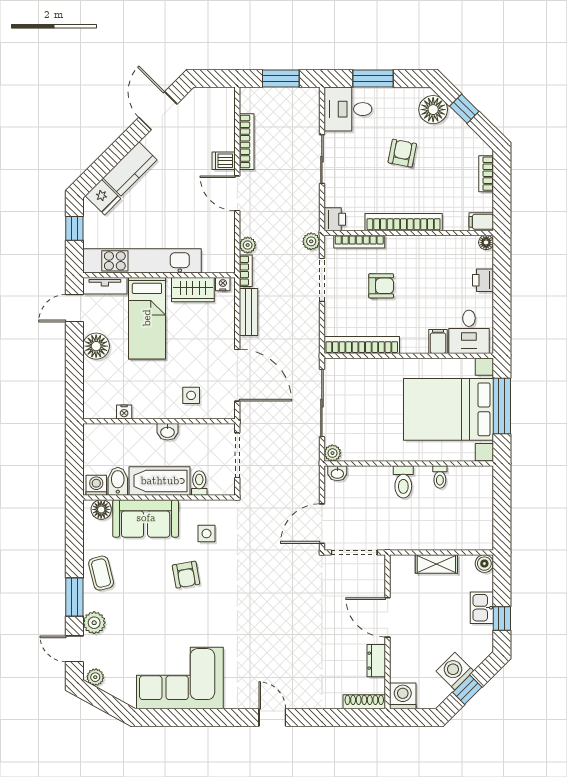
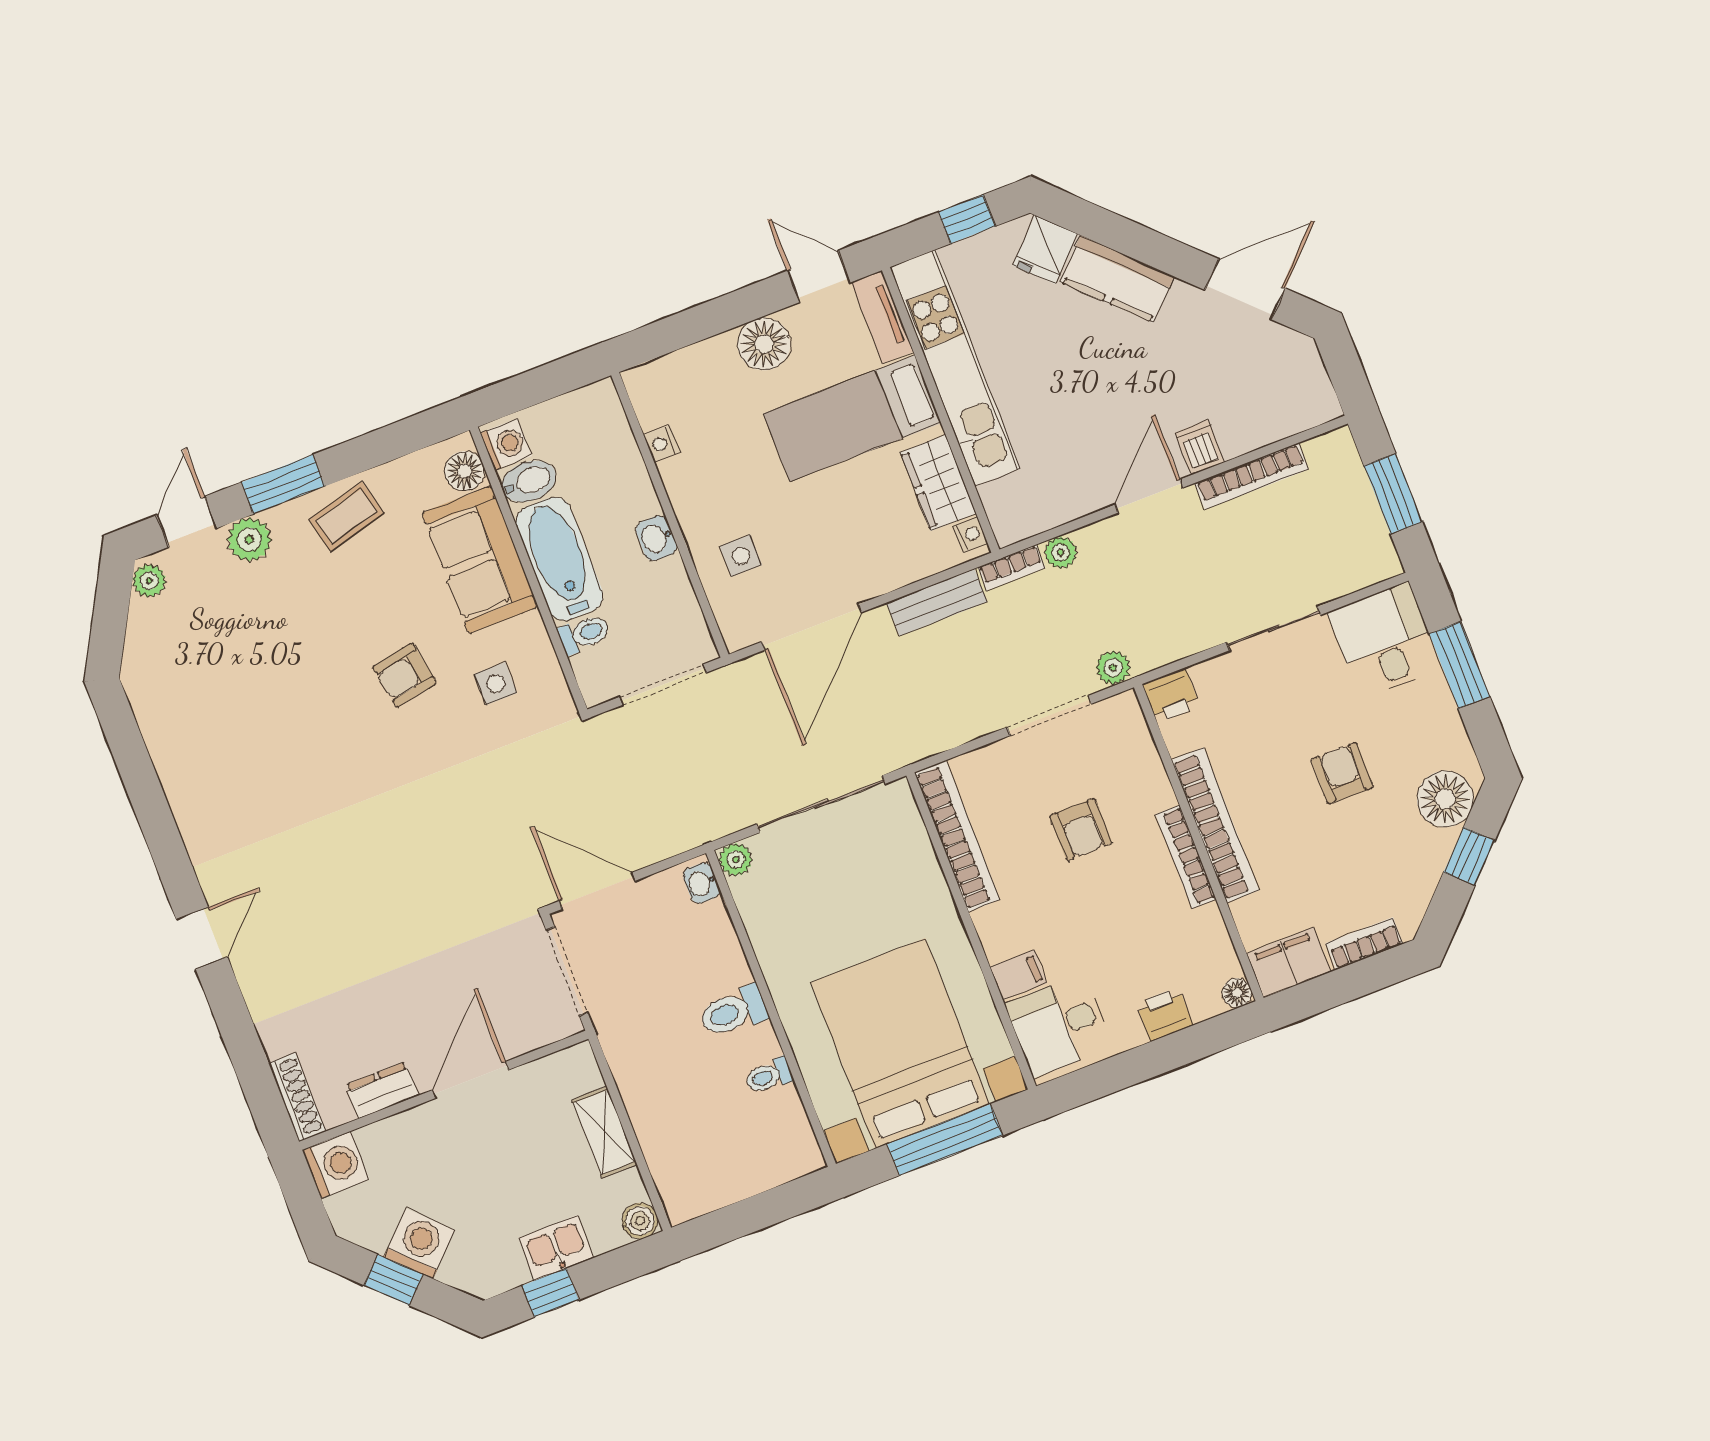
armchair: (402, 153) -> (1342, 773), turned -101
filing cabinet: (481, 222) -> (1289, 963), width x2.00
bookcase: (359, 242) -> (1186, 857), moved
corner sofa: (180, 678) -> (208, 738), removed

